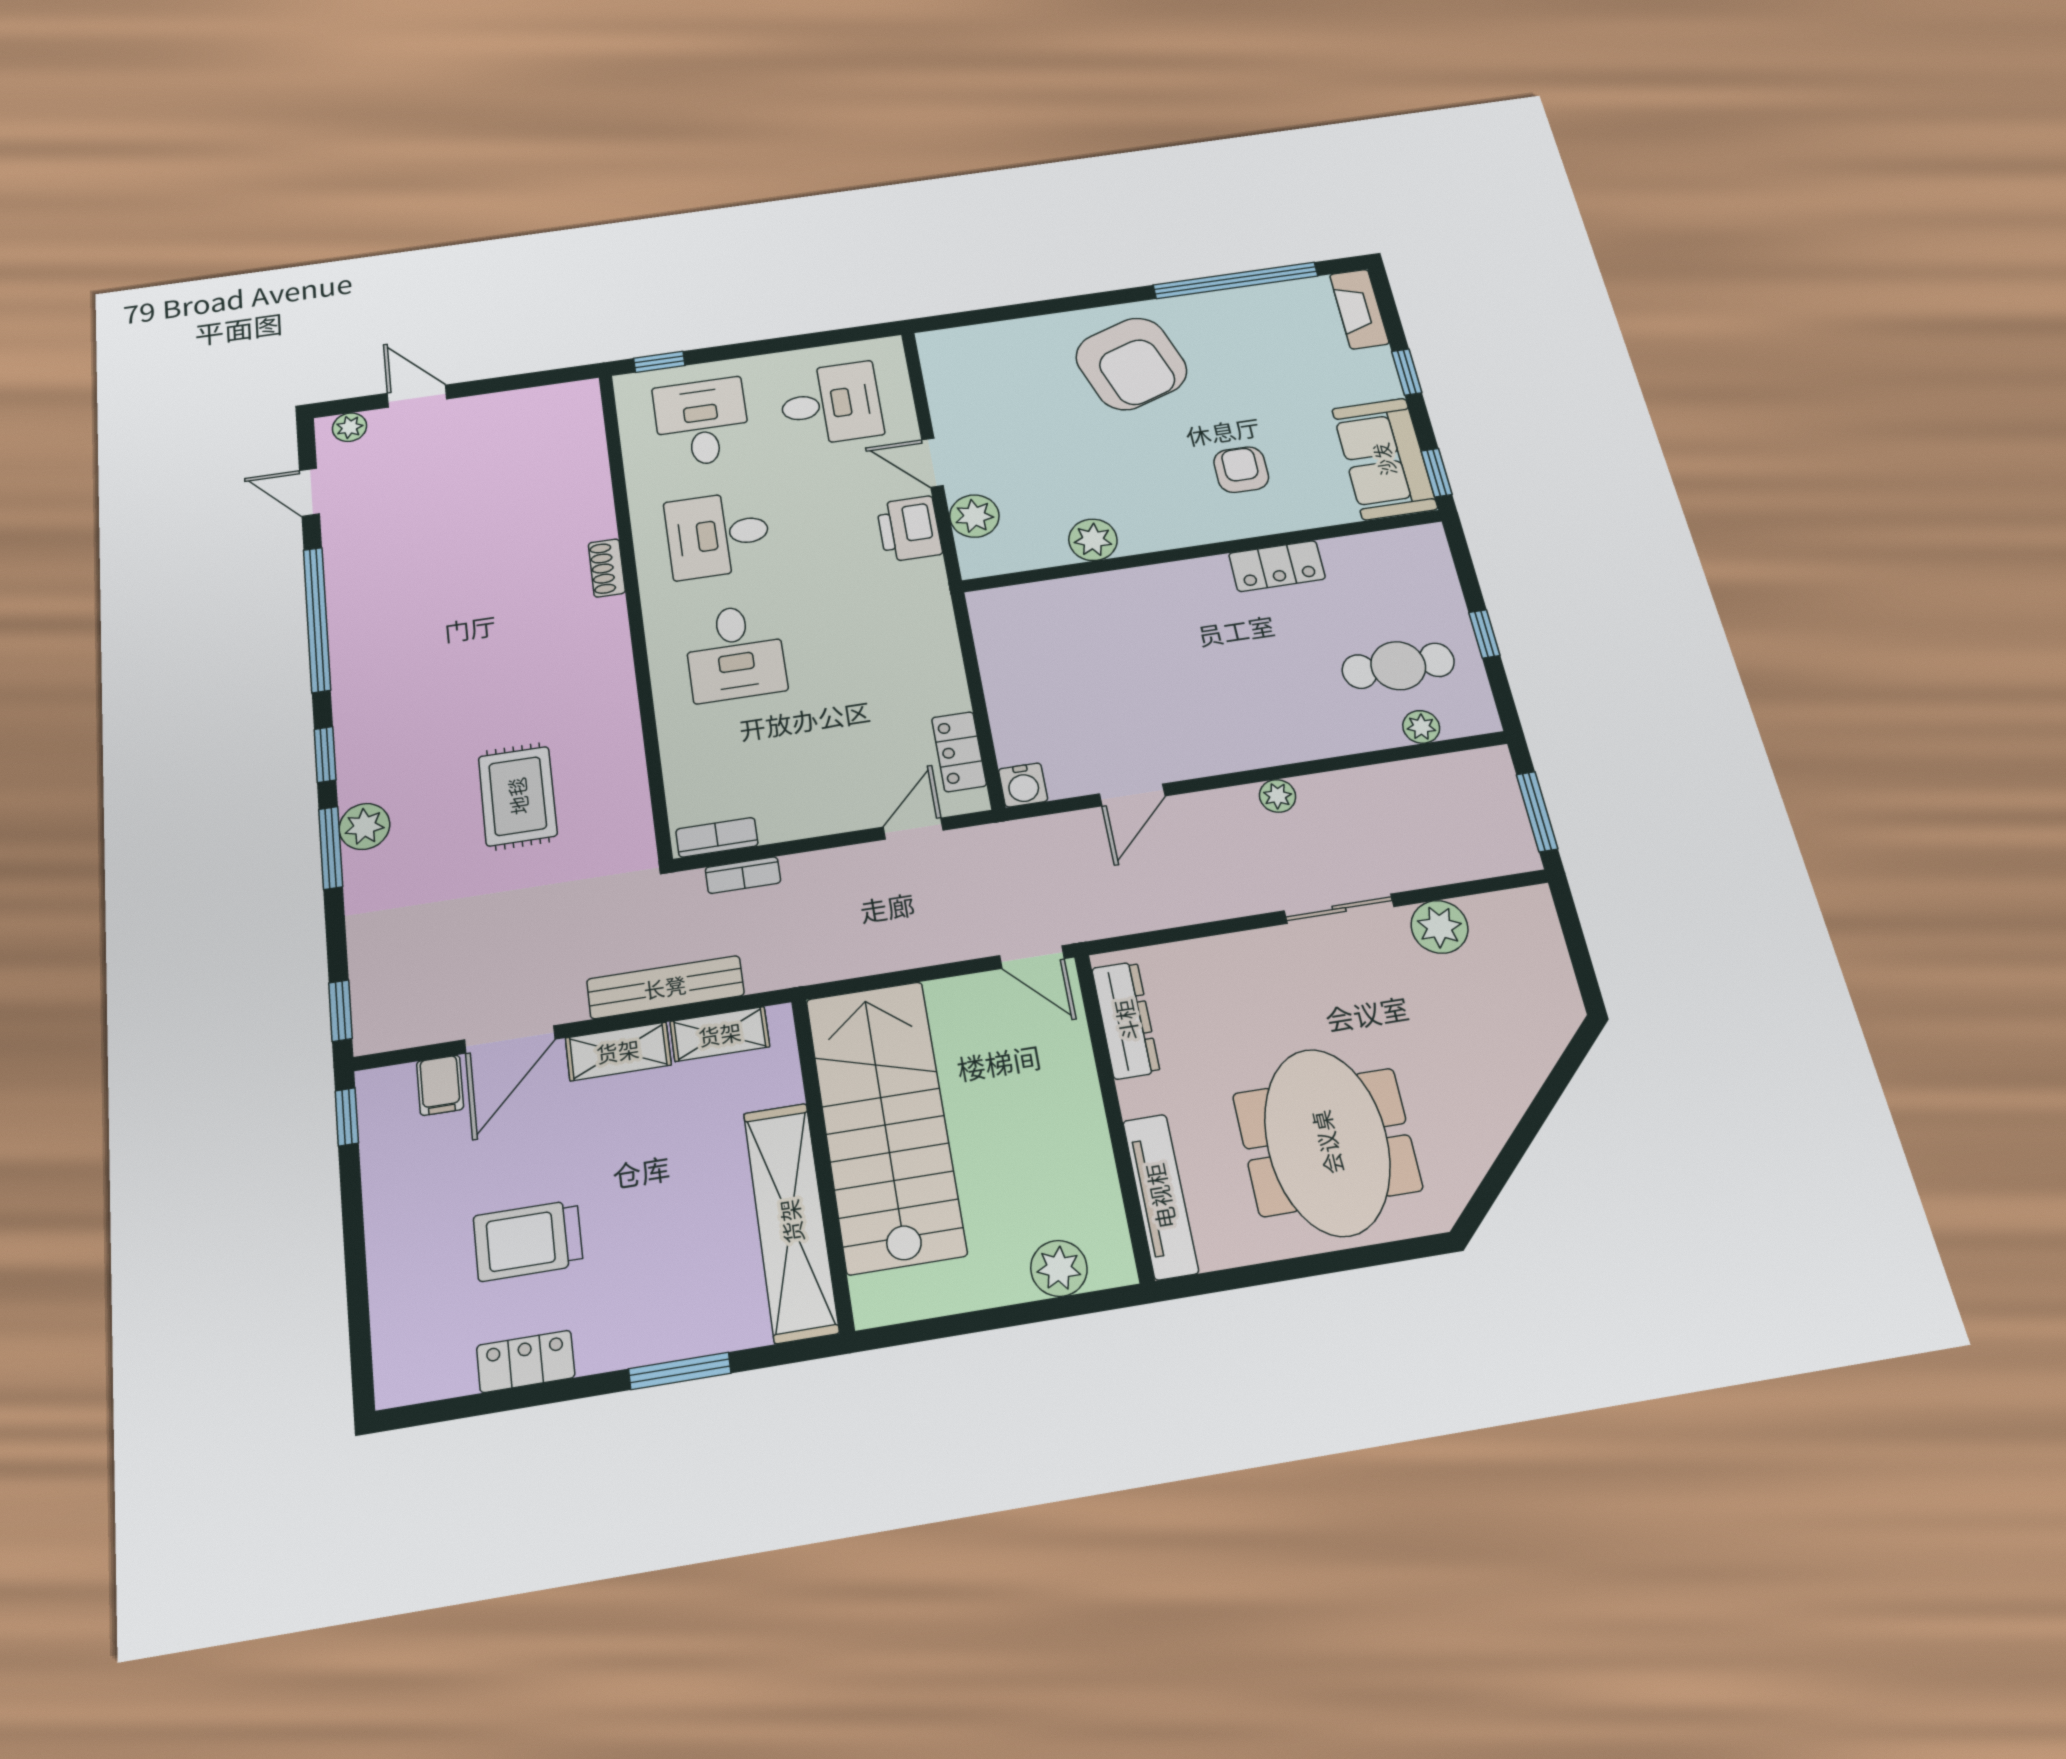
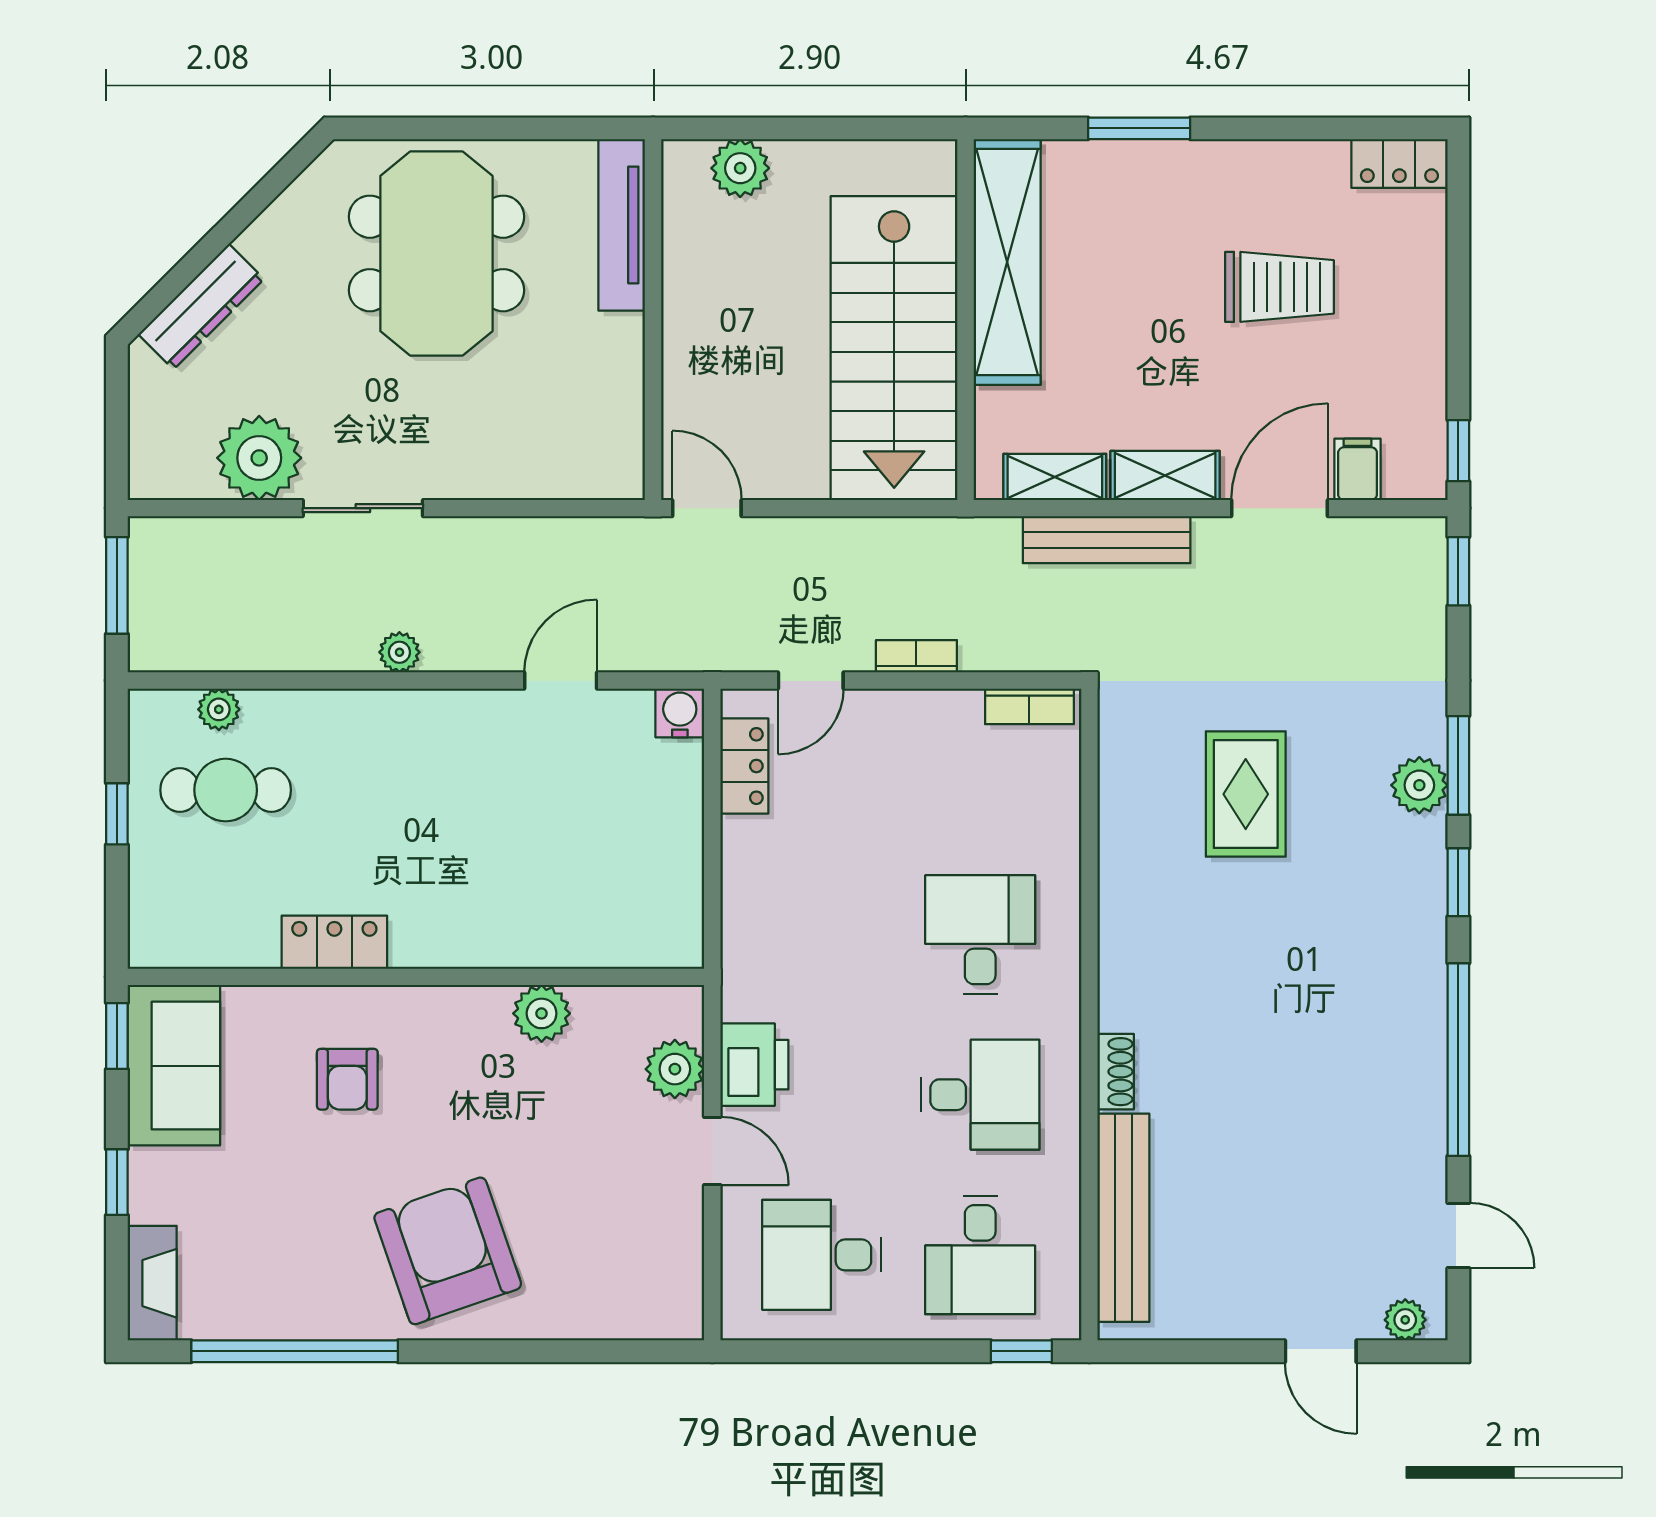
bench: (588, 465) -> (1123, 1218), added
bookcase: (743, 875) -> (916, 656), moved
plant: (1440, 927) -> (259, 458), width x1.36, depth x1.36
dresser: (1126, 1020) -> (201, 307), moved, turned -135
locker: (526, 1361) -> (1399, 163), moved

